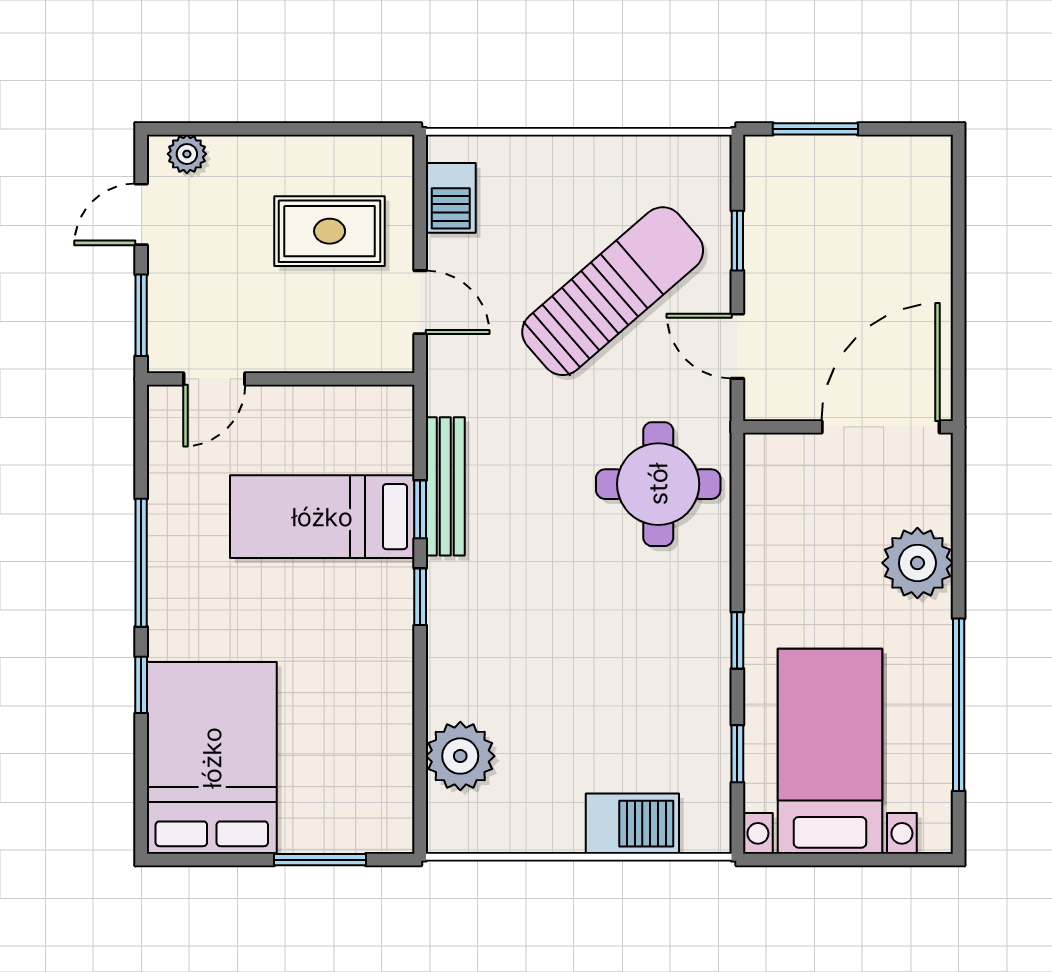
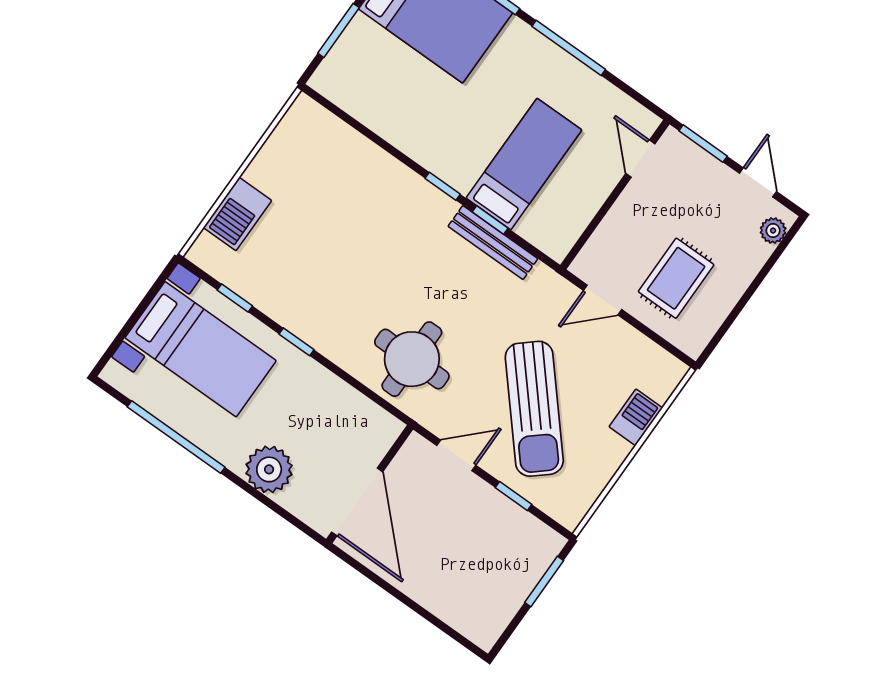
barbecue: (451, 198) -> (636, 417), moved, turned 90
plant: (460, 756) -> (341, 147), removed

